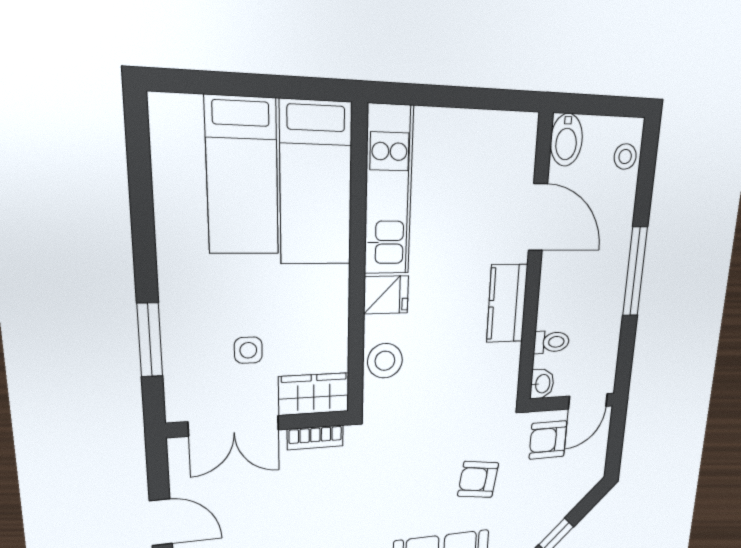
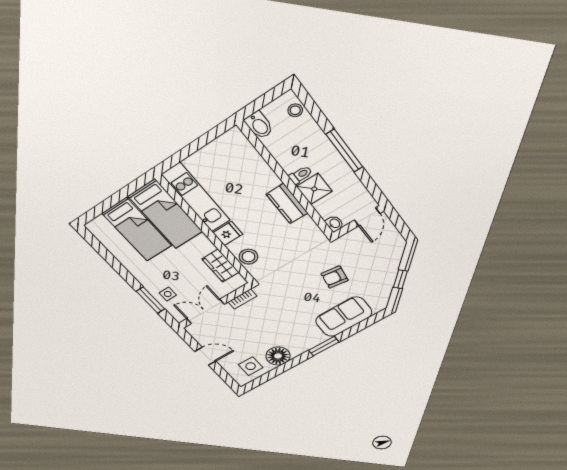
door: (538, 217) -> (272, 163), removed
shower: (558, 305) -> (314, 189), added
toilet: (552, 342) -> (300, 175), moved
side table: (248, 350) -> (168, 294), moved
wardrobe: (314, 394) -> (220, 266), moved, turned -90
double door: (234, 426) -> (205, 311), swing flipped
armchair: (548, 440) -> (359, 244), removed

